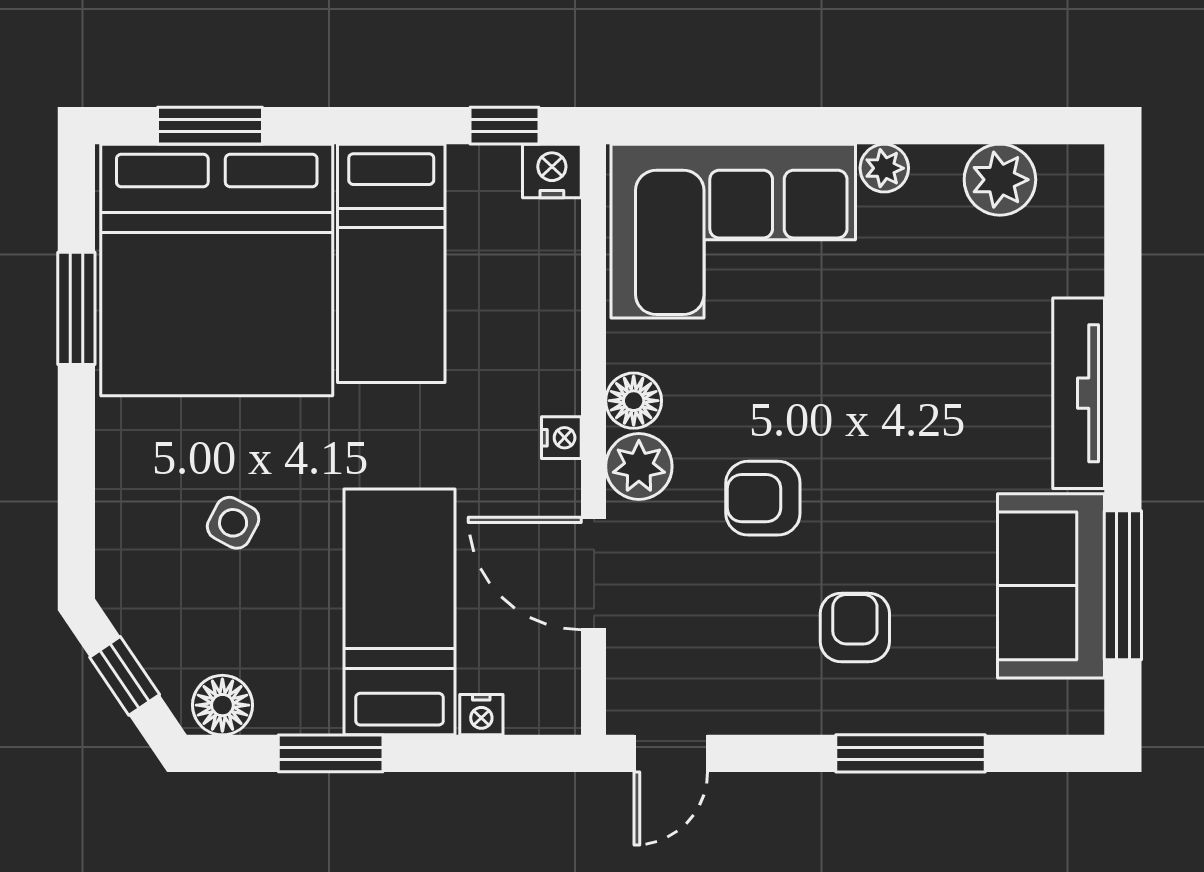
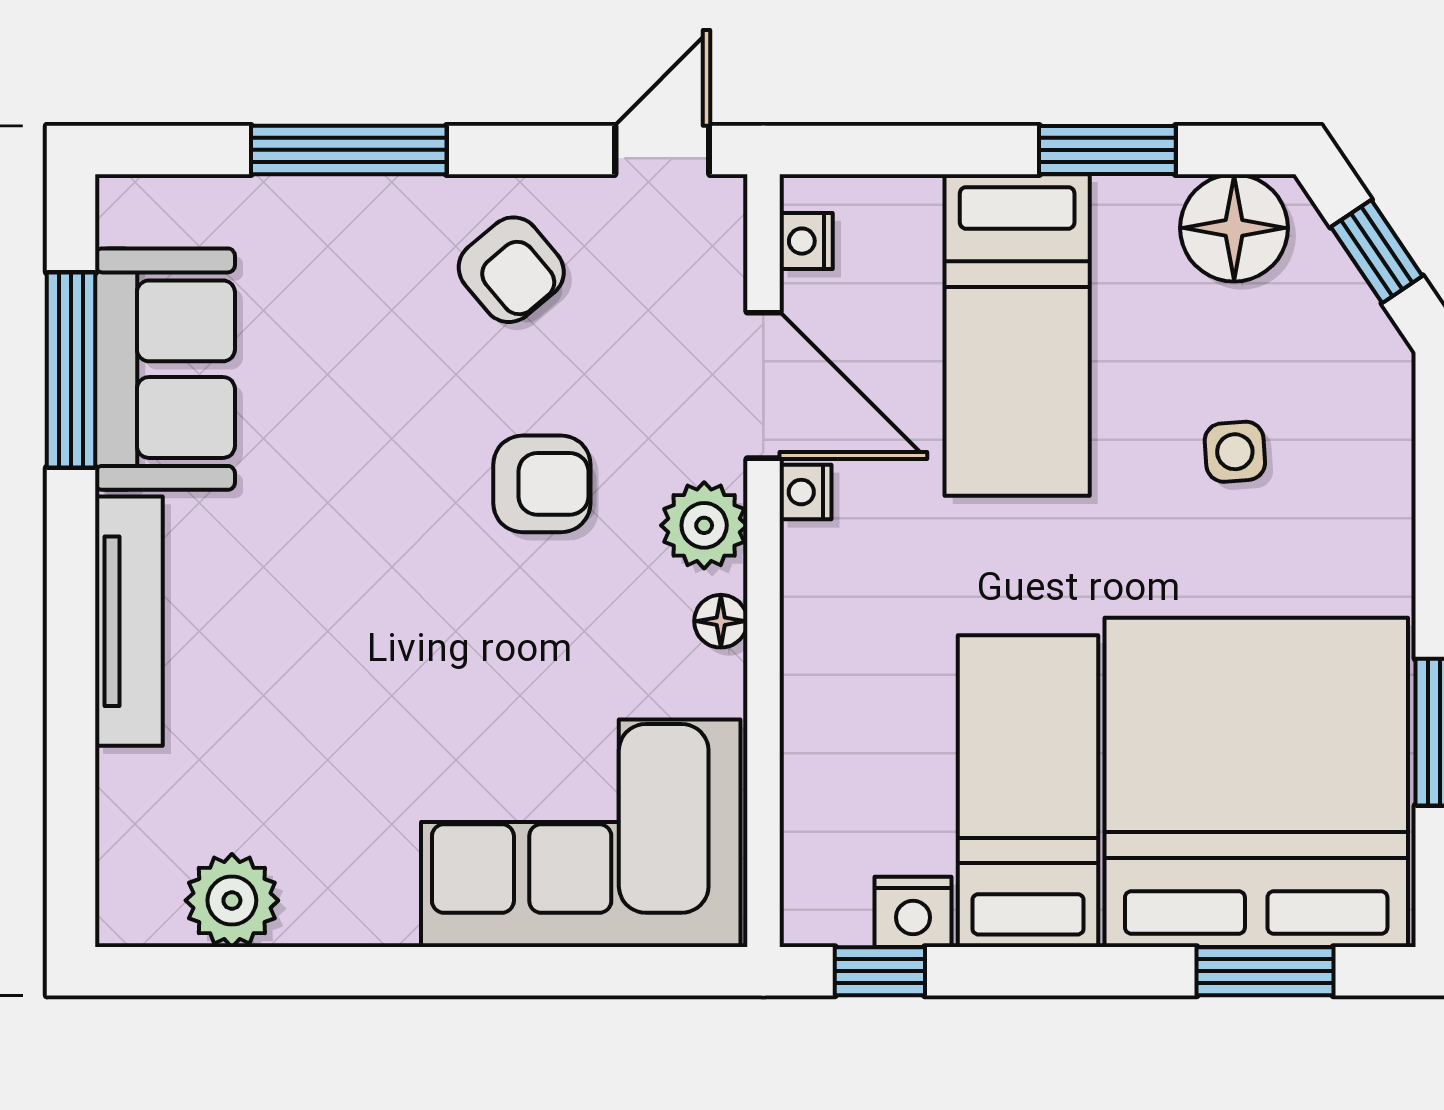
plant: (884, 168) -> (383, 916), removed
nightstand: (552, 171) -> (913, 912), moved
floor lamp: (634, 401) -> (721, 621), width x0.73, depth x0.73
nightstand: (561, 438) -> (805, 492), moved
side table: (233, 523) -> (1235, 452), turned -32
armchair: (855, 627) -> (511, 270), moved, turned -40
floor lamp: (222, 705) -> (1234, 228), width x1.38, depth x1.38
nightstand: (481, 715) -> (806, 241), moved, turned -90

